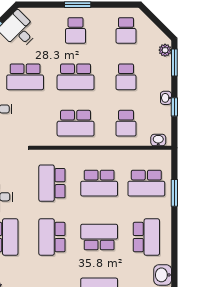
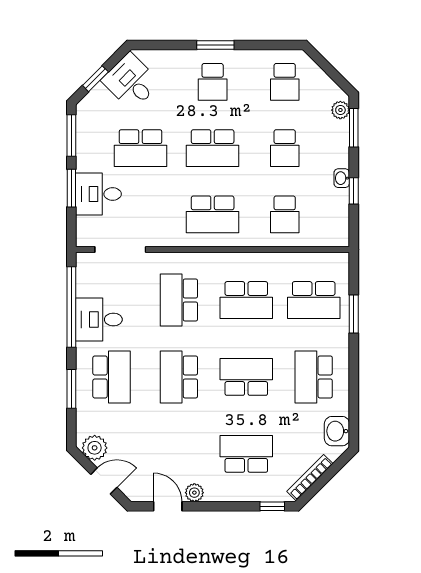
washbasin: (158, 140) -> (331, 238), removed
school desk: (146, 237) -> (314, 377), turned 180

